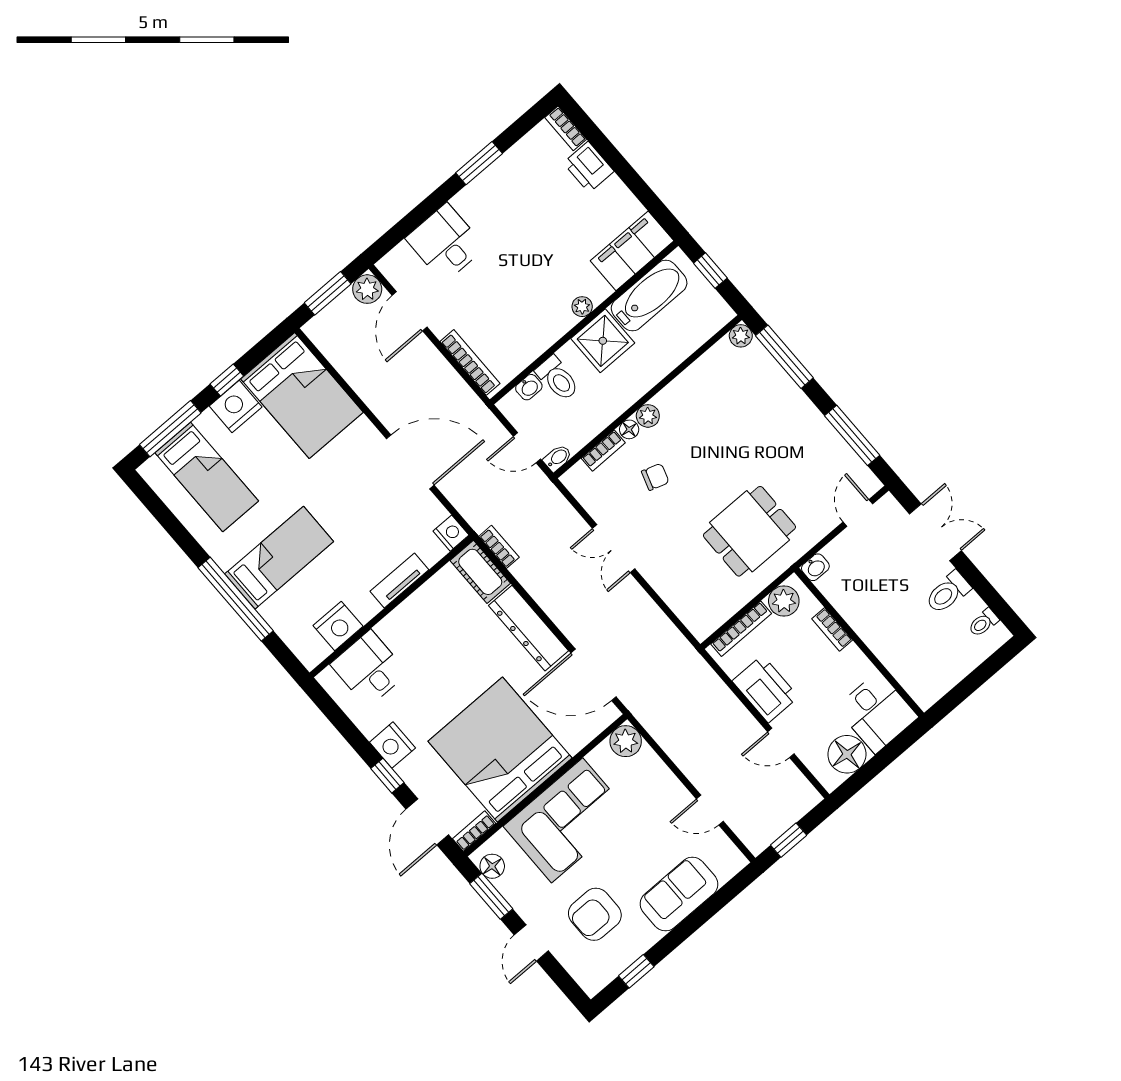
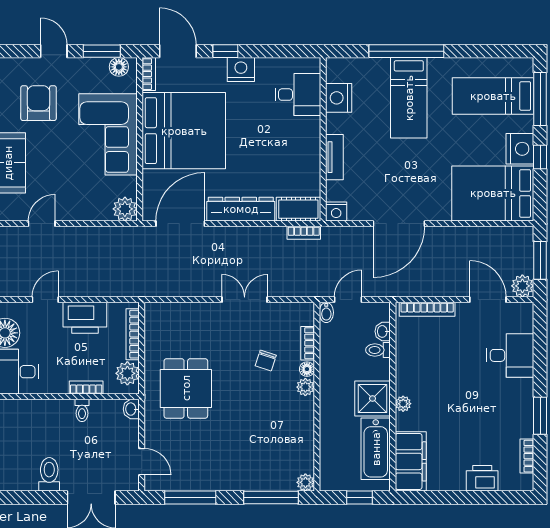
bookcase: (566, 128) -> (527, 456), moved, turned -90
toilet: (558, 378) -> (378, 350), width x0.73, depth x0.72
toilet: (983, 623) -> (82, 410), moved, turned 180

